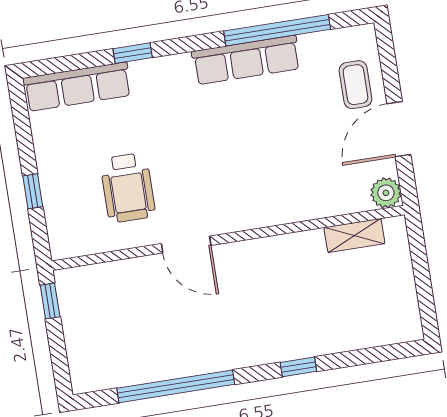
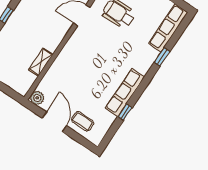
window: (277, 30) -> (125, 112), width x0.32
shelving: (354, 235) -> (41, 62), moved

